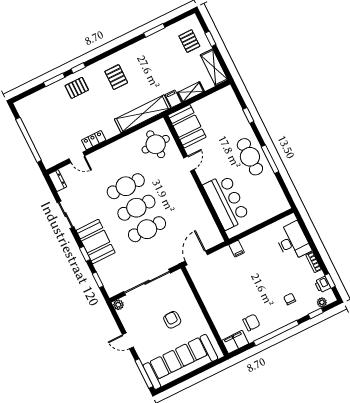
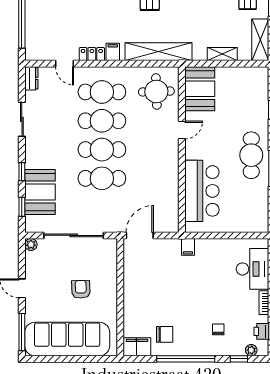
filing cabinet: (173, 99) -> (113, 52), moved
cafe table: (115, 165) -> (102, 92), added
booth: (96, 241) -> (40, 192), moved

